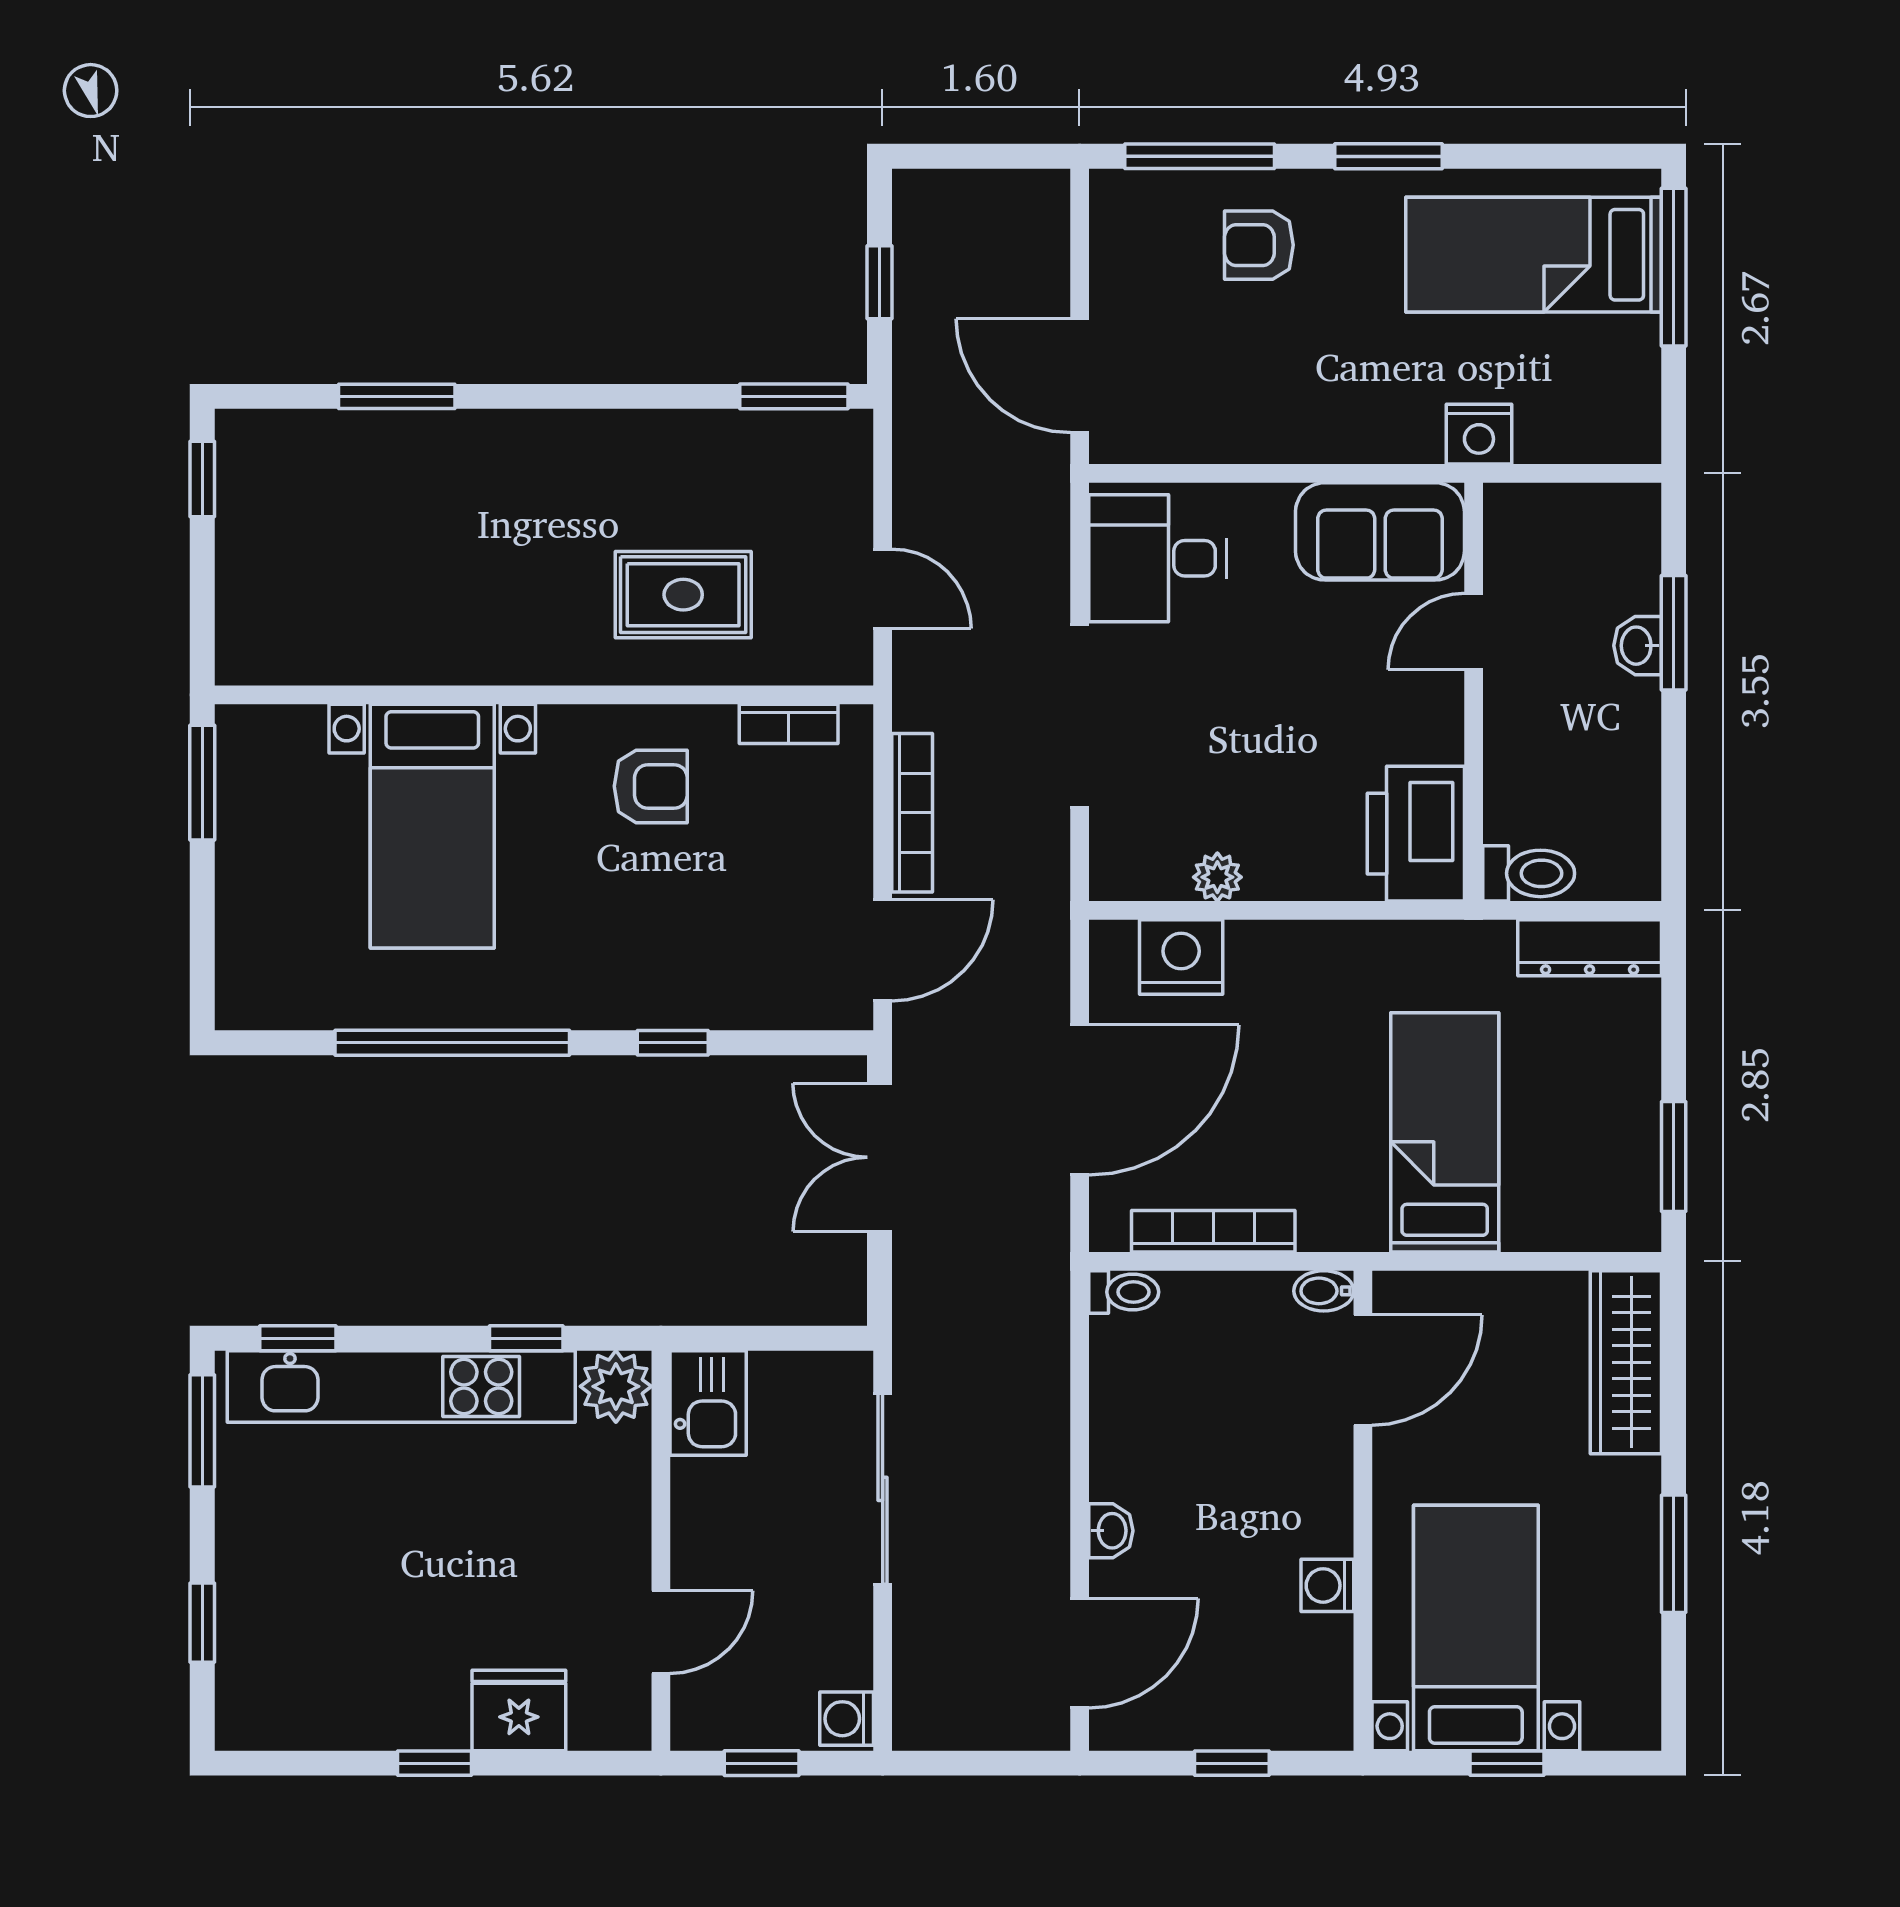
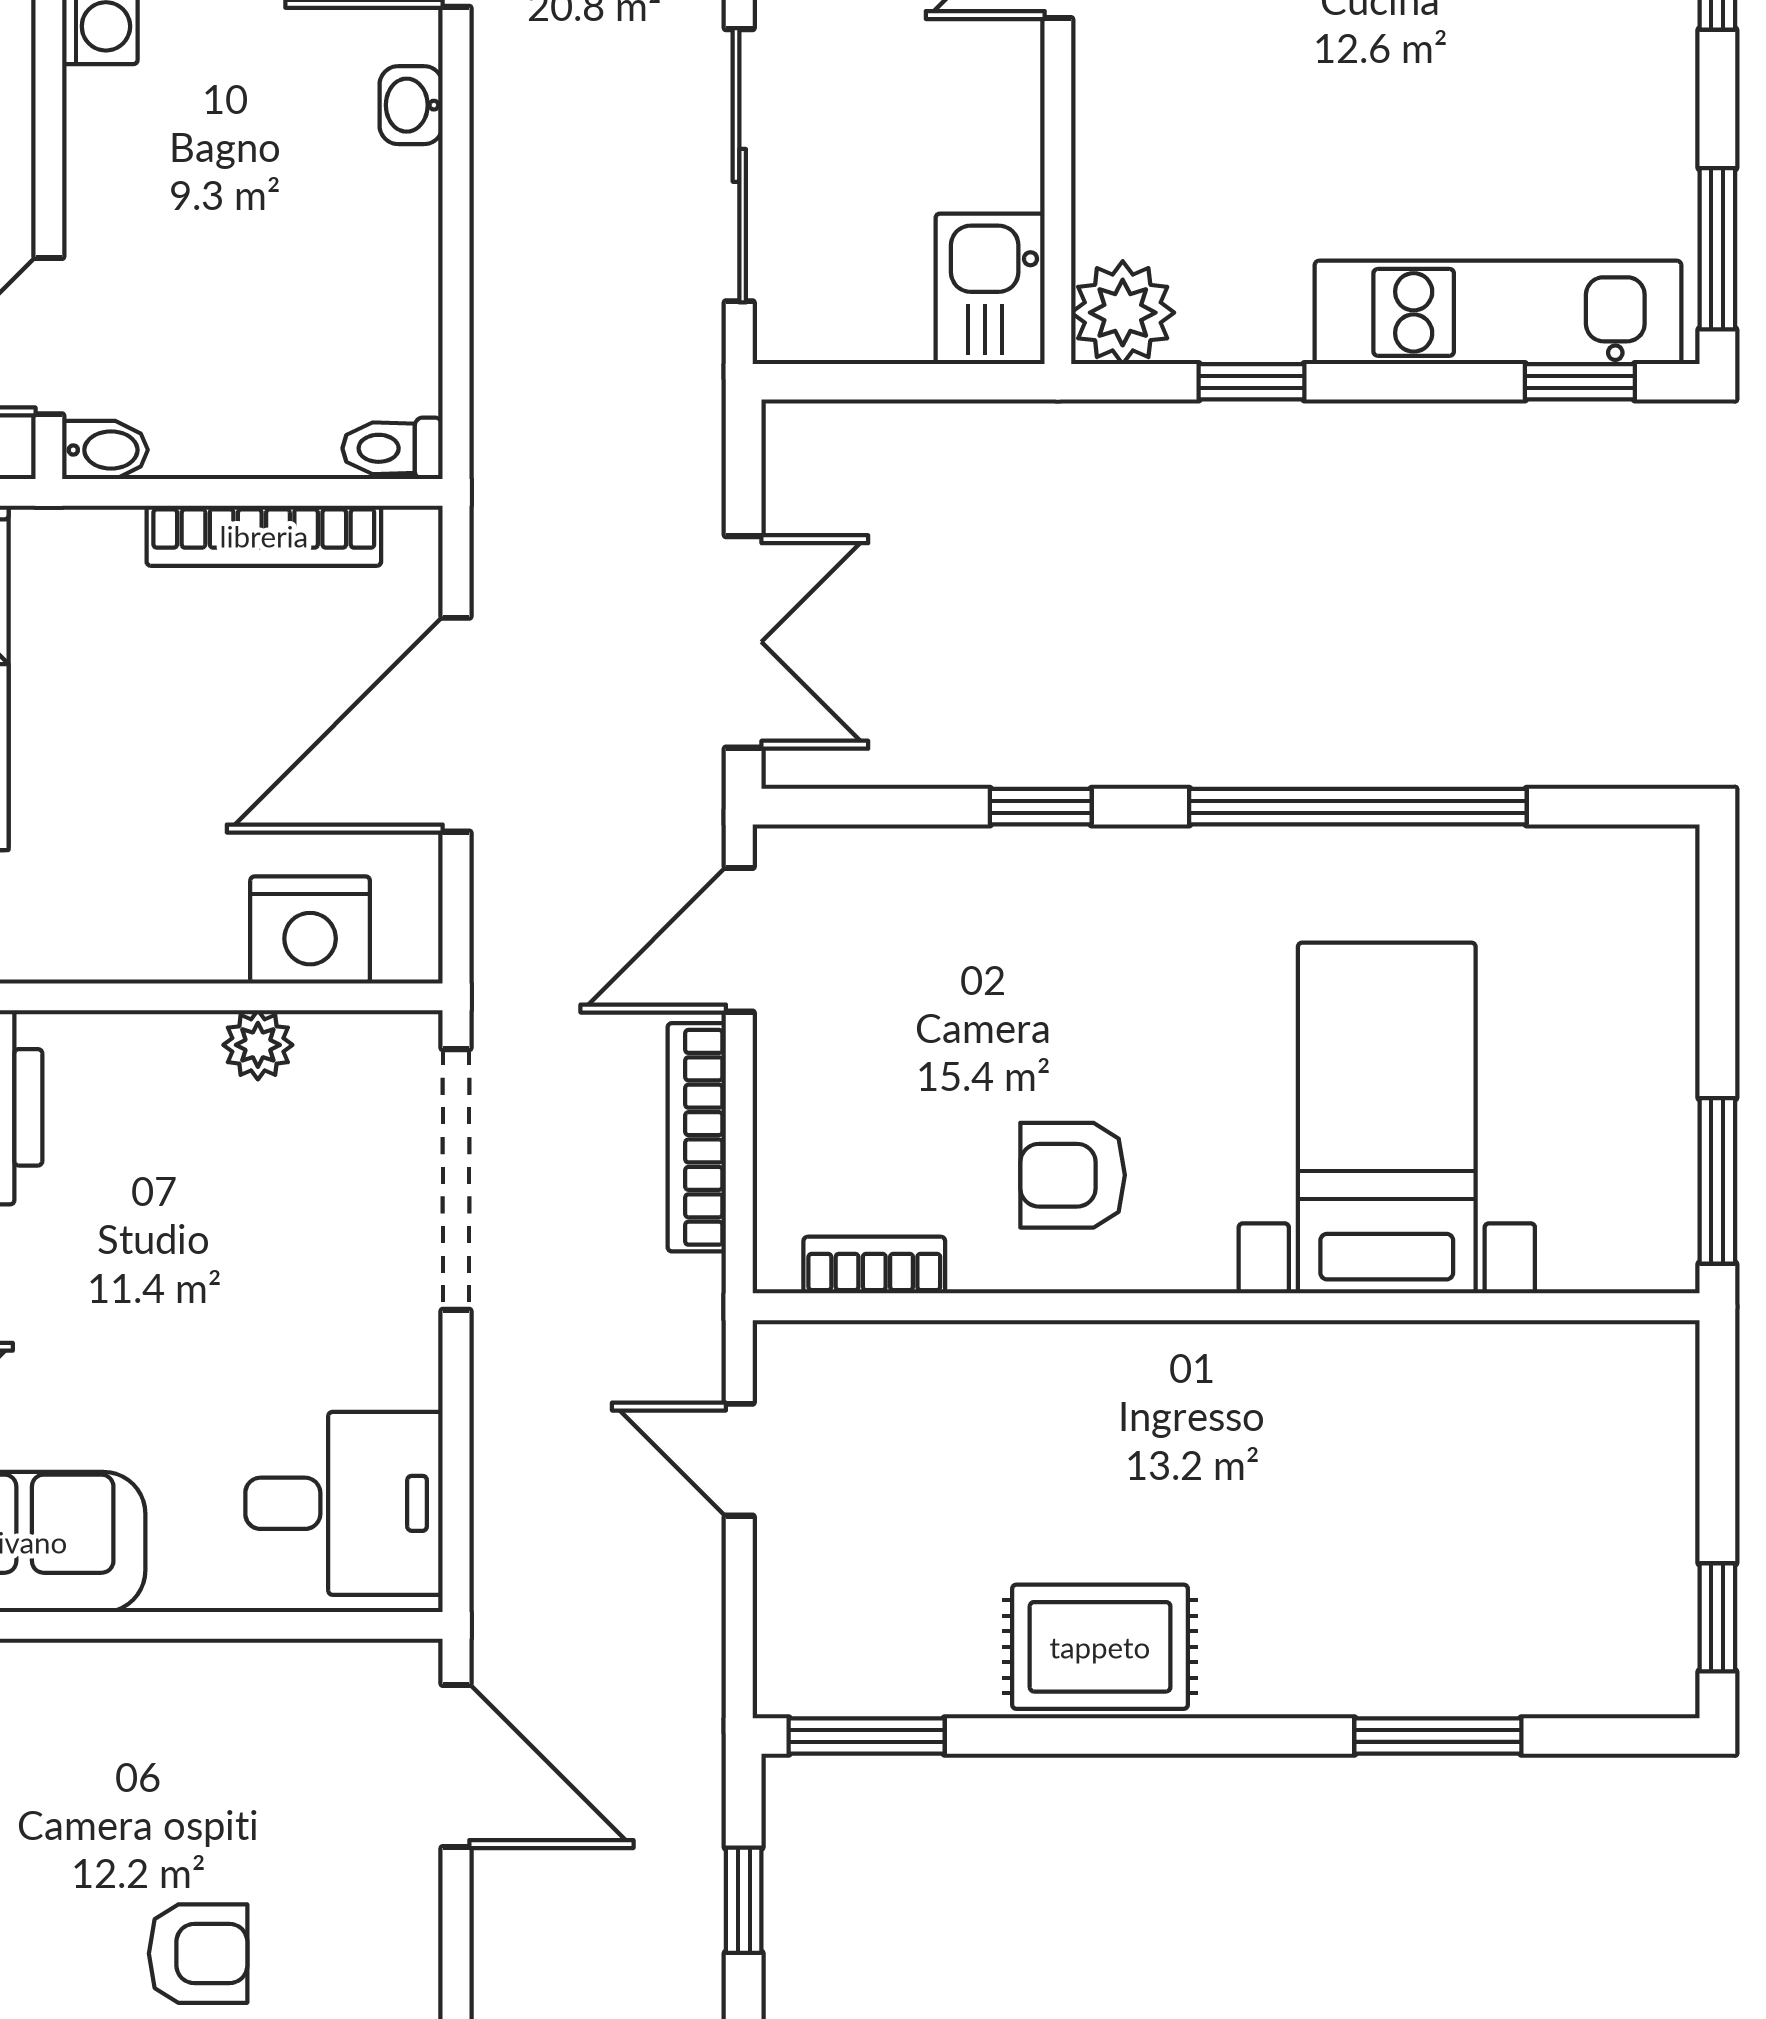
rug: (683, 595) -> (1100, 1647), moved
doorway: (1080, 716) -> (456, 1179), moved
kitchen unit: (401, 1387) -> (1498, 312), width x0.73

